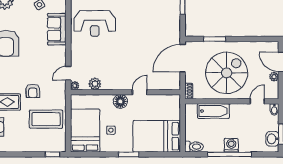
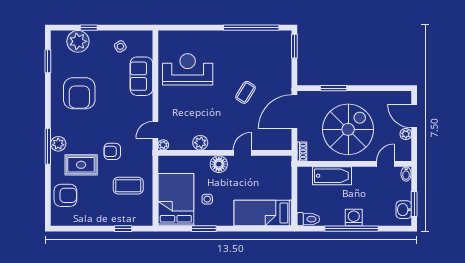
reception desk: (95, 24) -> (188, 69), turned 180
coffee table: (142, 42) -> (245, 92), added
plant: (95, 84) -> (200, 143), moved
armchair: (33, 91) -> (112, 151), turned 90
coffee table: (46, 119) -> (128, 186), width x0.73, depth x0.76
bed: (157, 136) -> (263, 213), width x0.67
window: (53, 154) -> (123, 229), moved
window: (129, 154) -> (204, 229), moved

